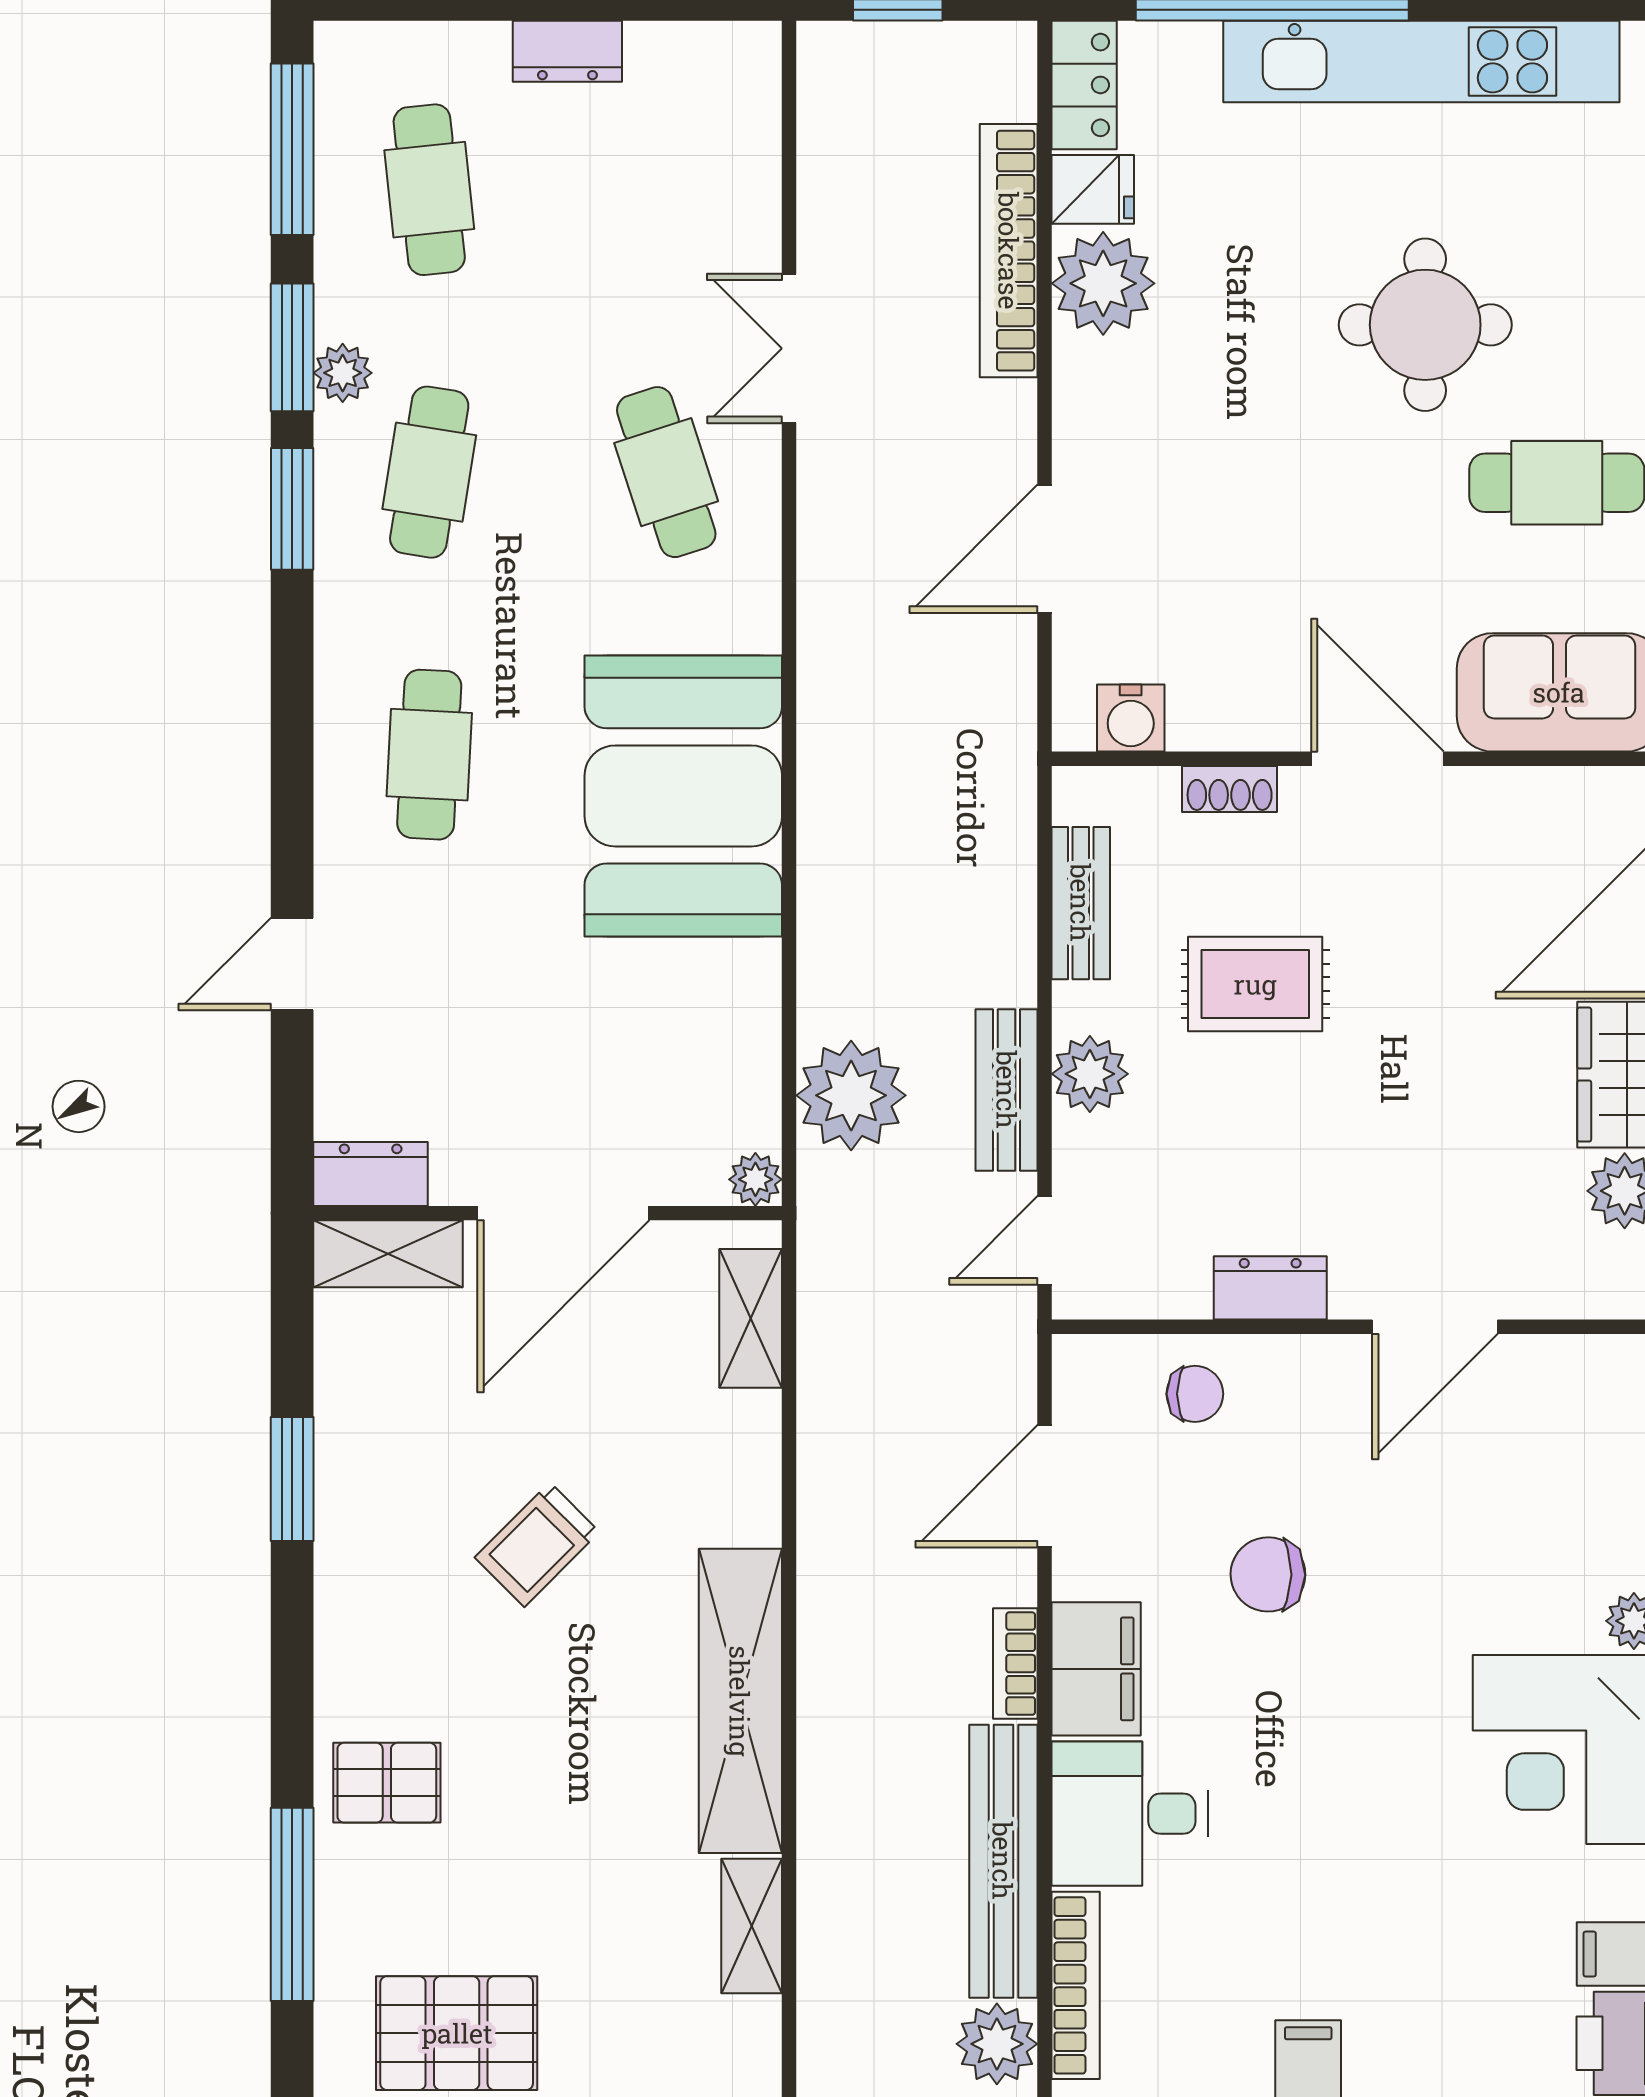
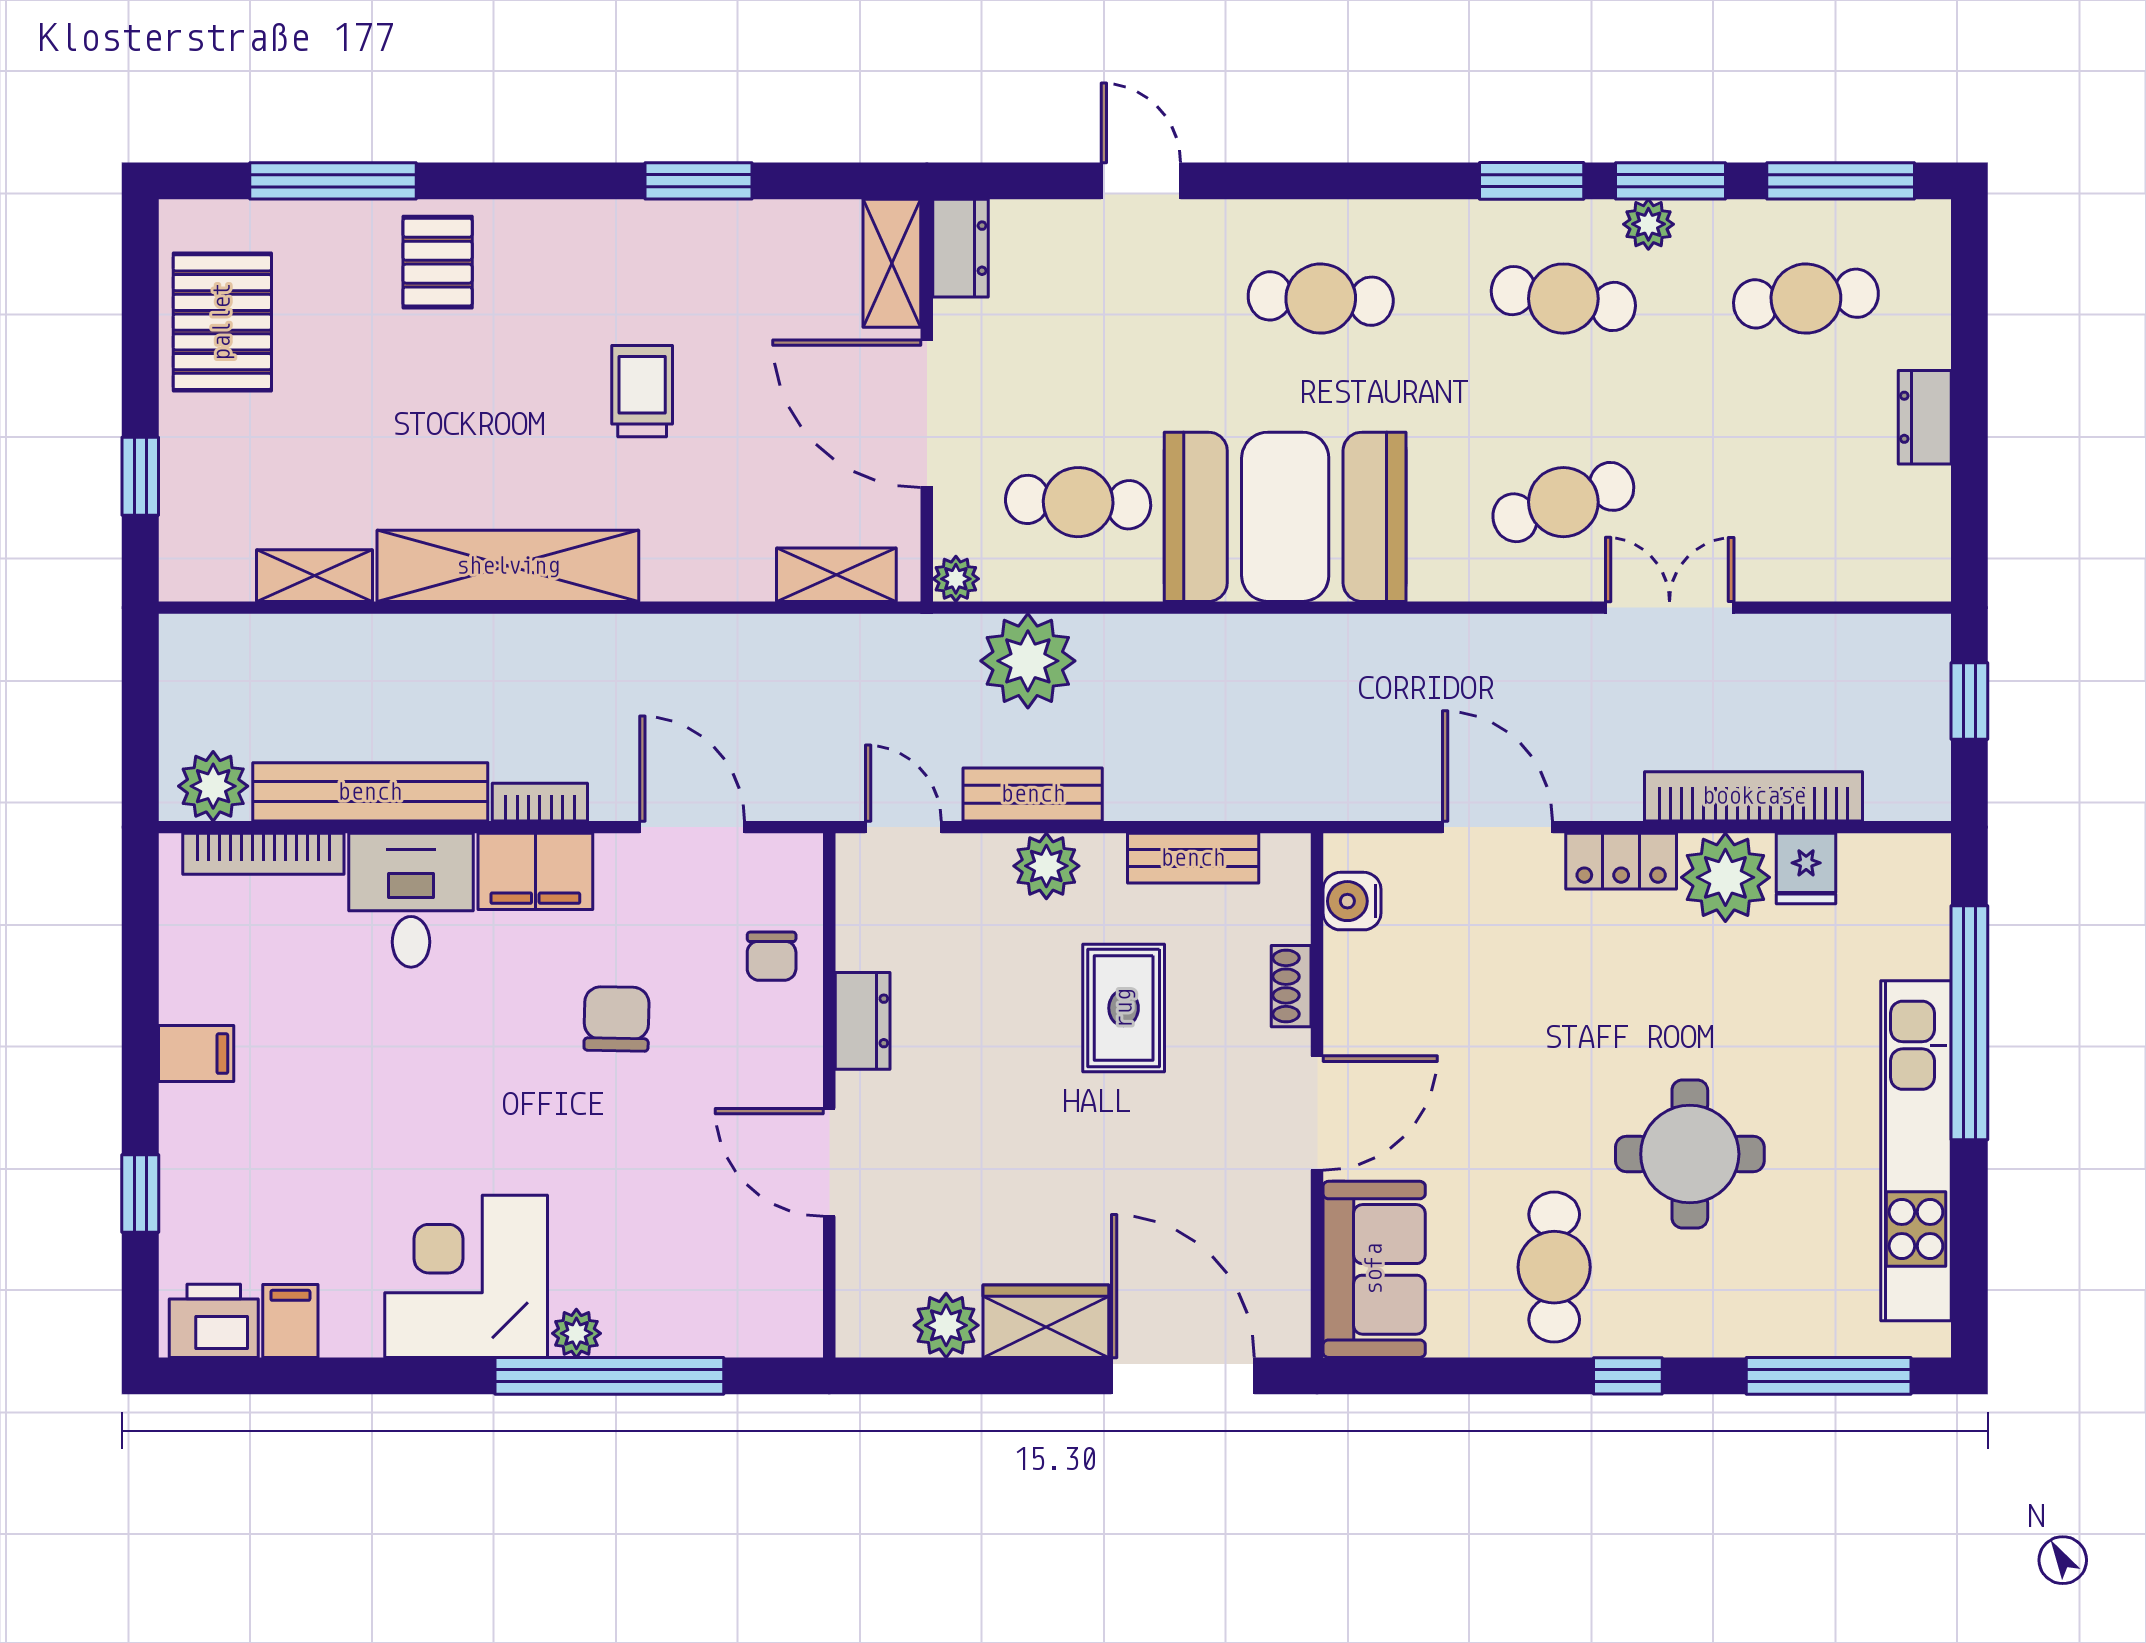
locker: (1084, 85) -> (1621, 861), moved
cafe table: (666, 1037) -> (1078, 502), added
trolley: (537, 1545) -> (642, 391), turned 45

